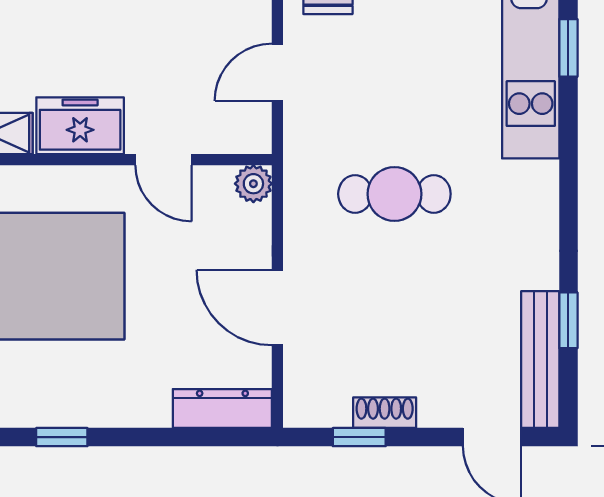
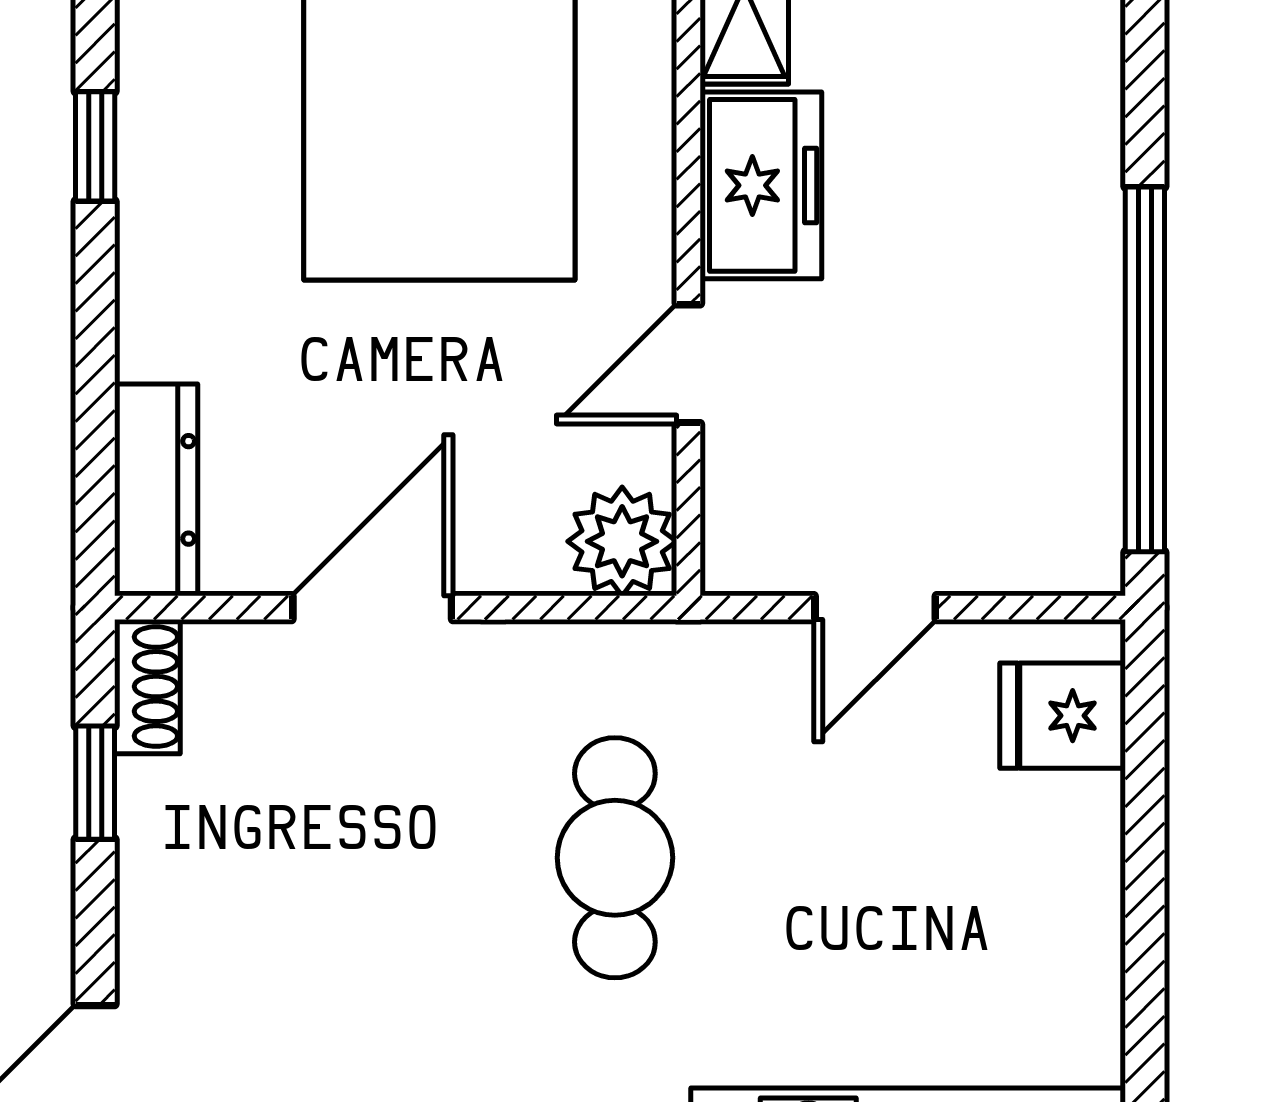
door: (277, 72) -> (875, 608), swing flipped
plant: (253, 184) -> (622, 541), width x1.38, depth x1.38
shoe rack: (385, 413) -> (147, 687), moved

